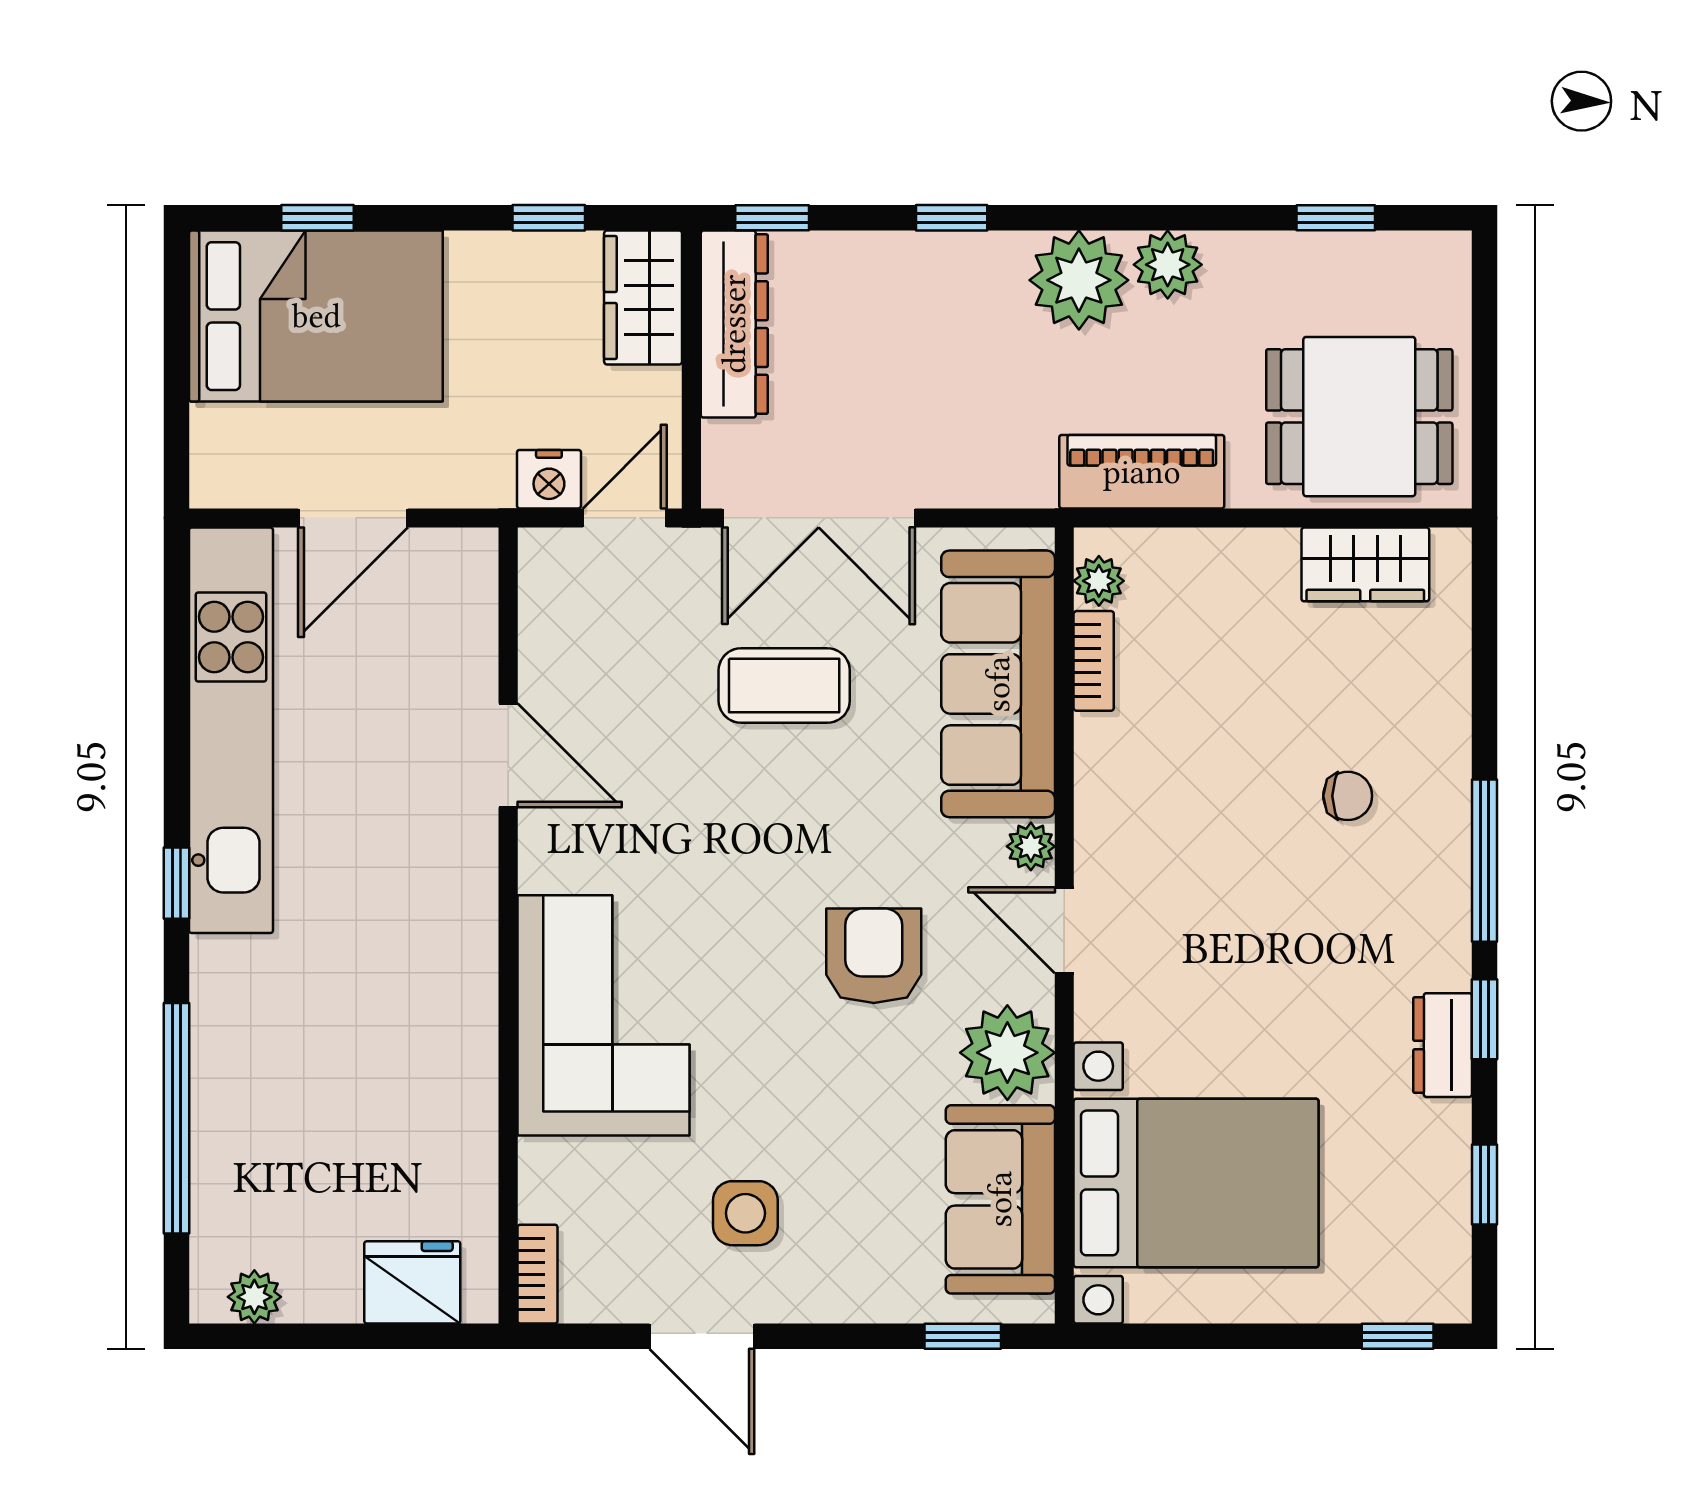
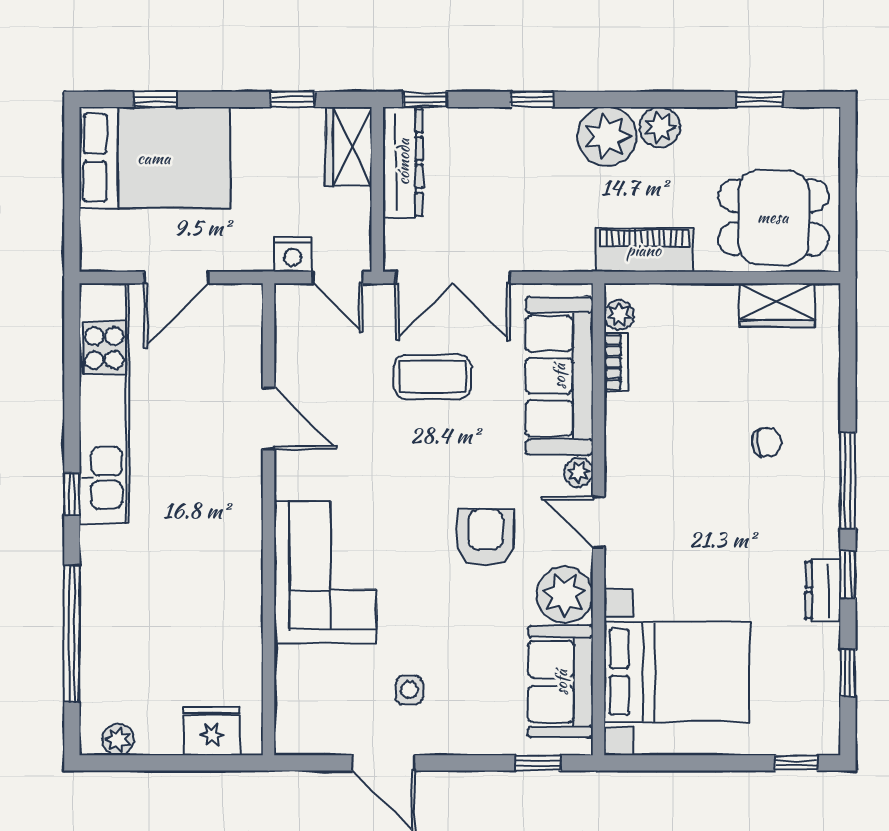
door: (625, 518) -> (338, 277), swing flipped
side table: (745, 1213) -> (409, 690), width x0.73, depth x0.73
bookcase: (537, 1274) -> (286, 726), removed

